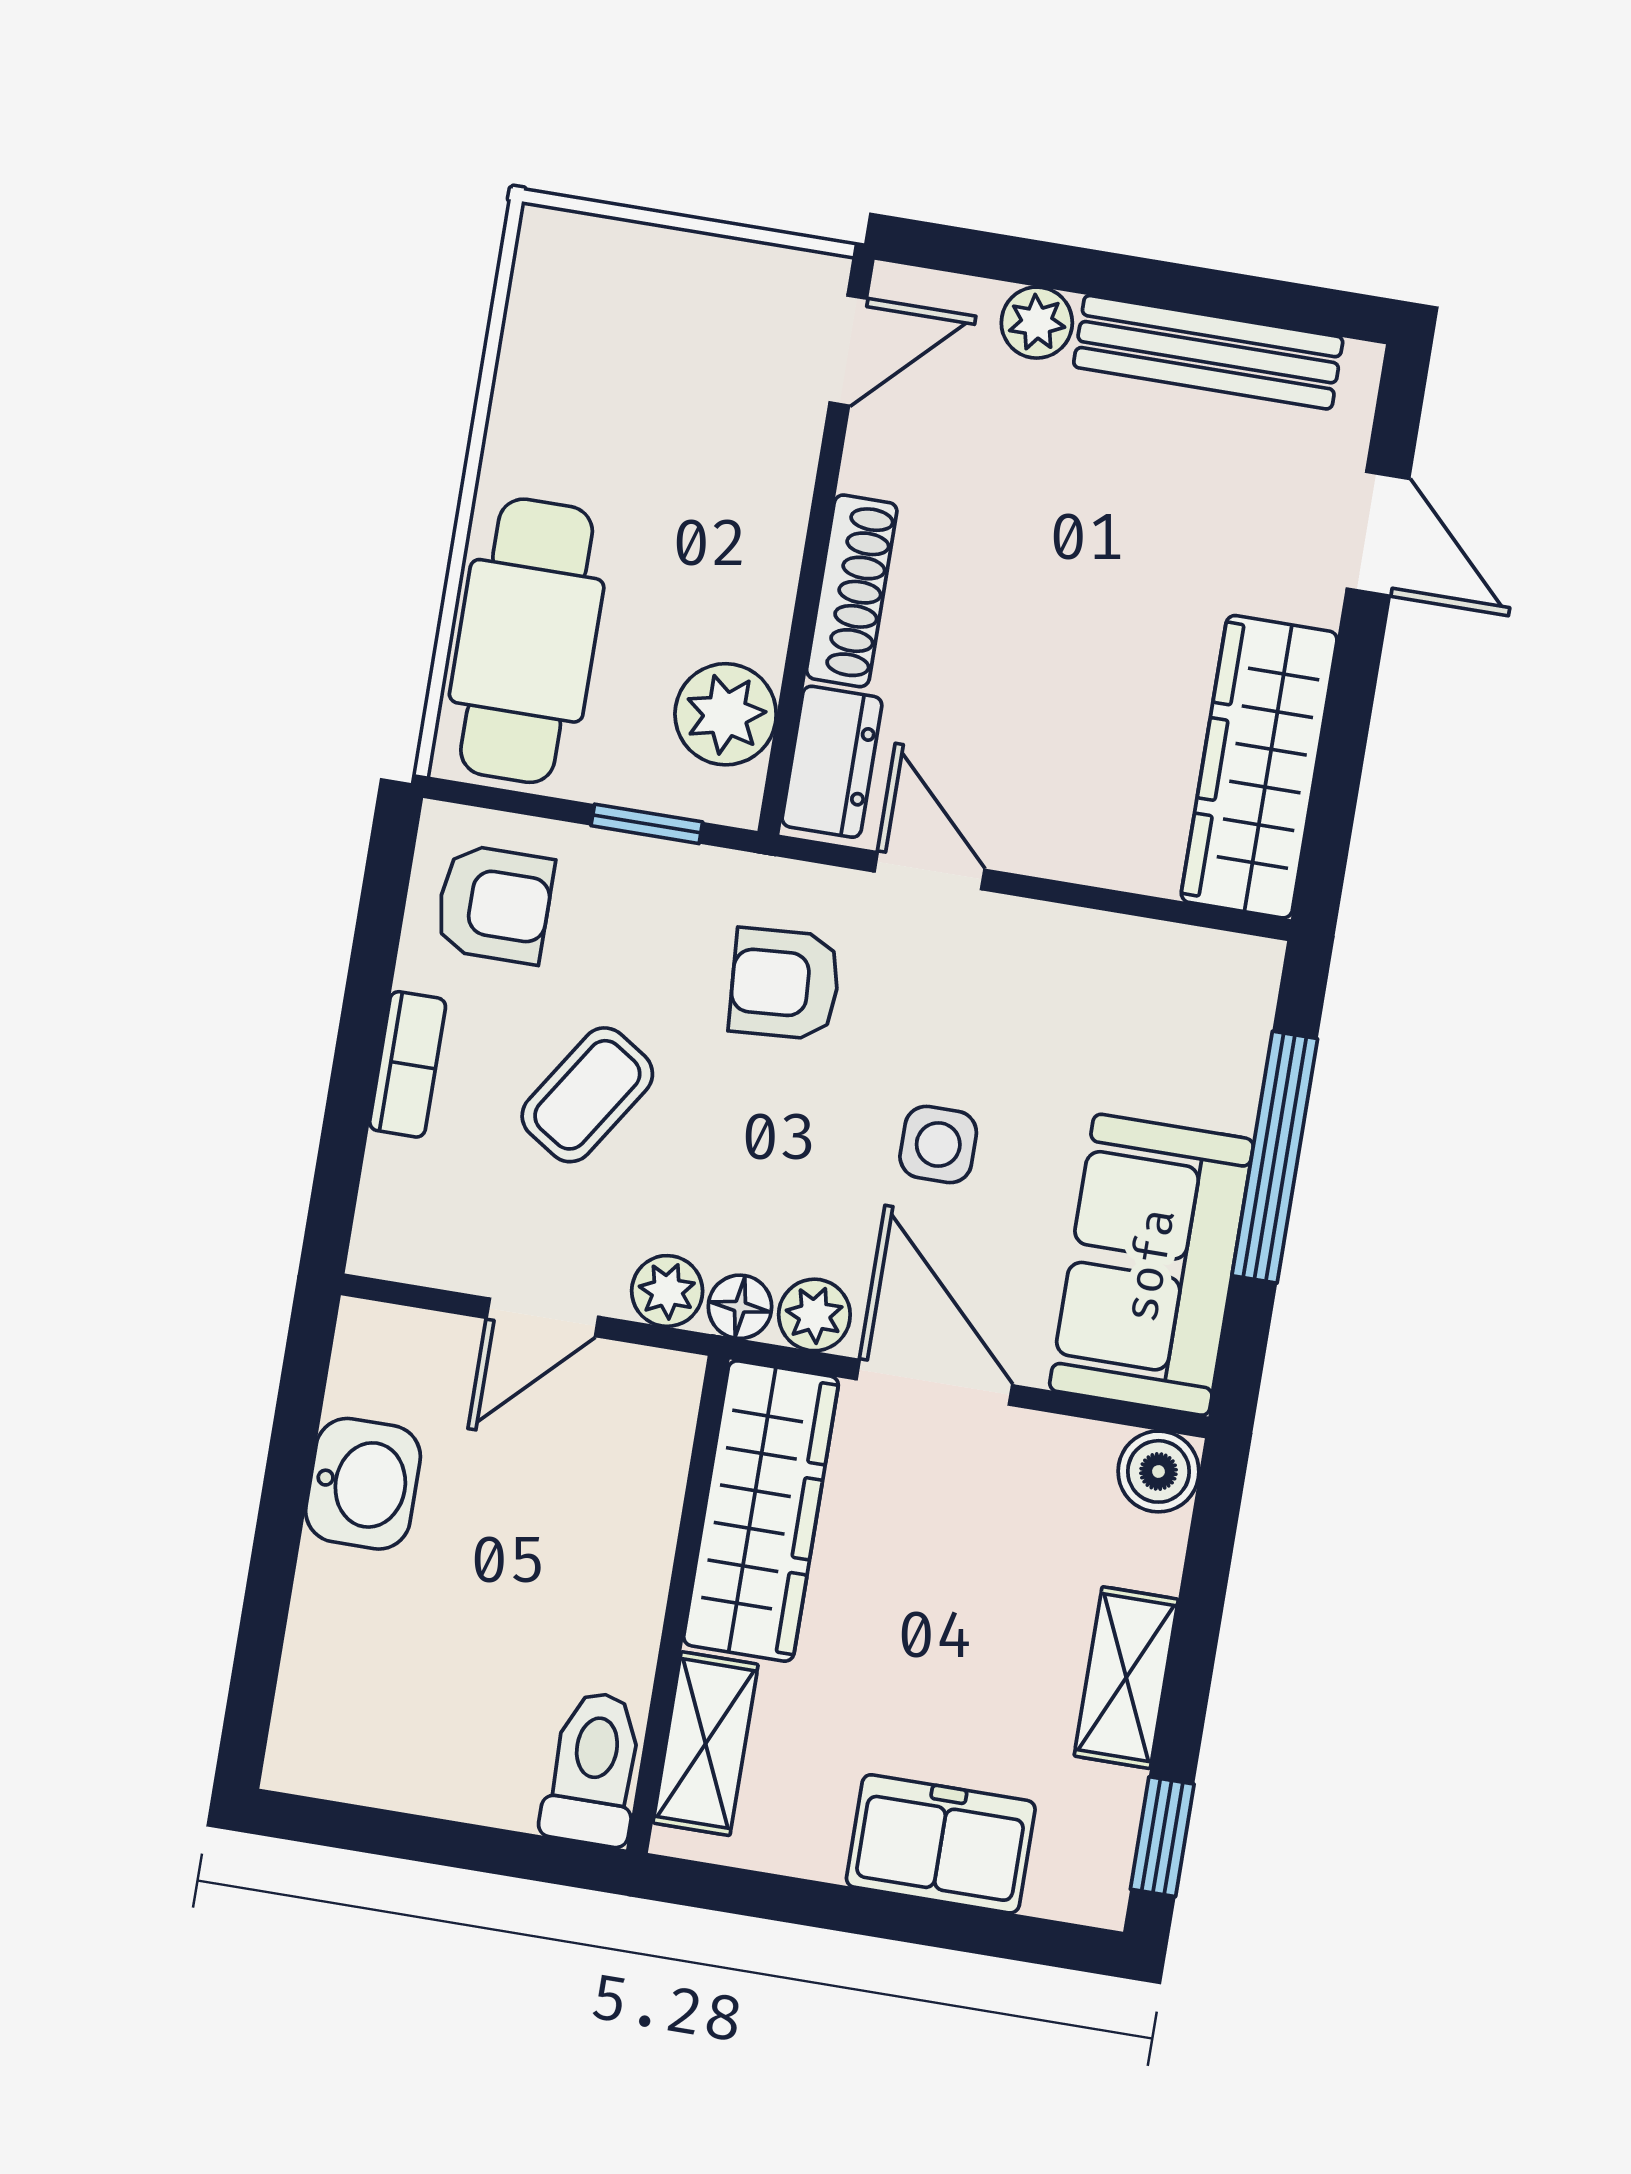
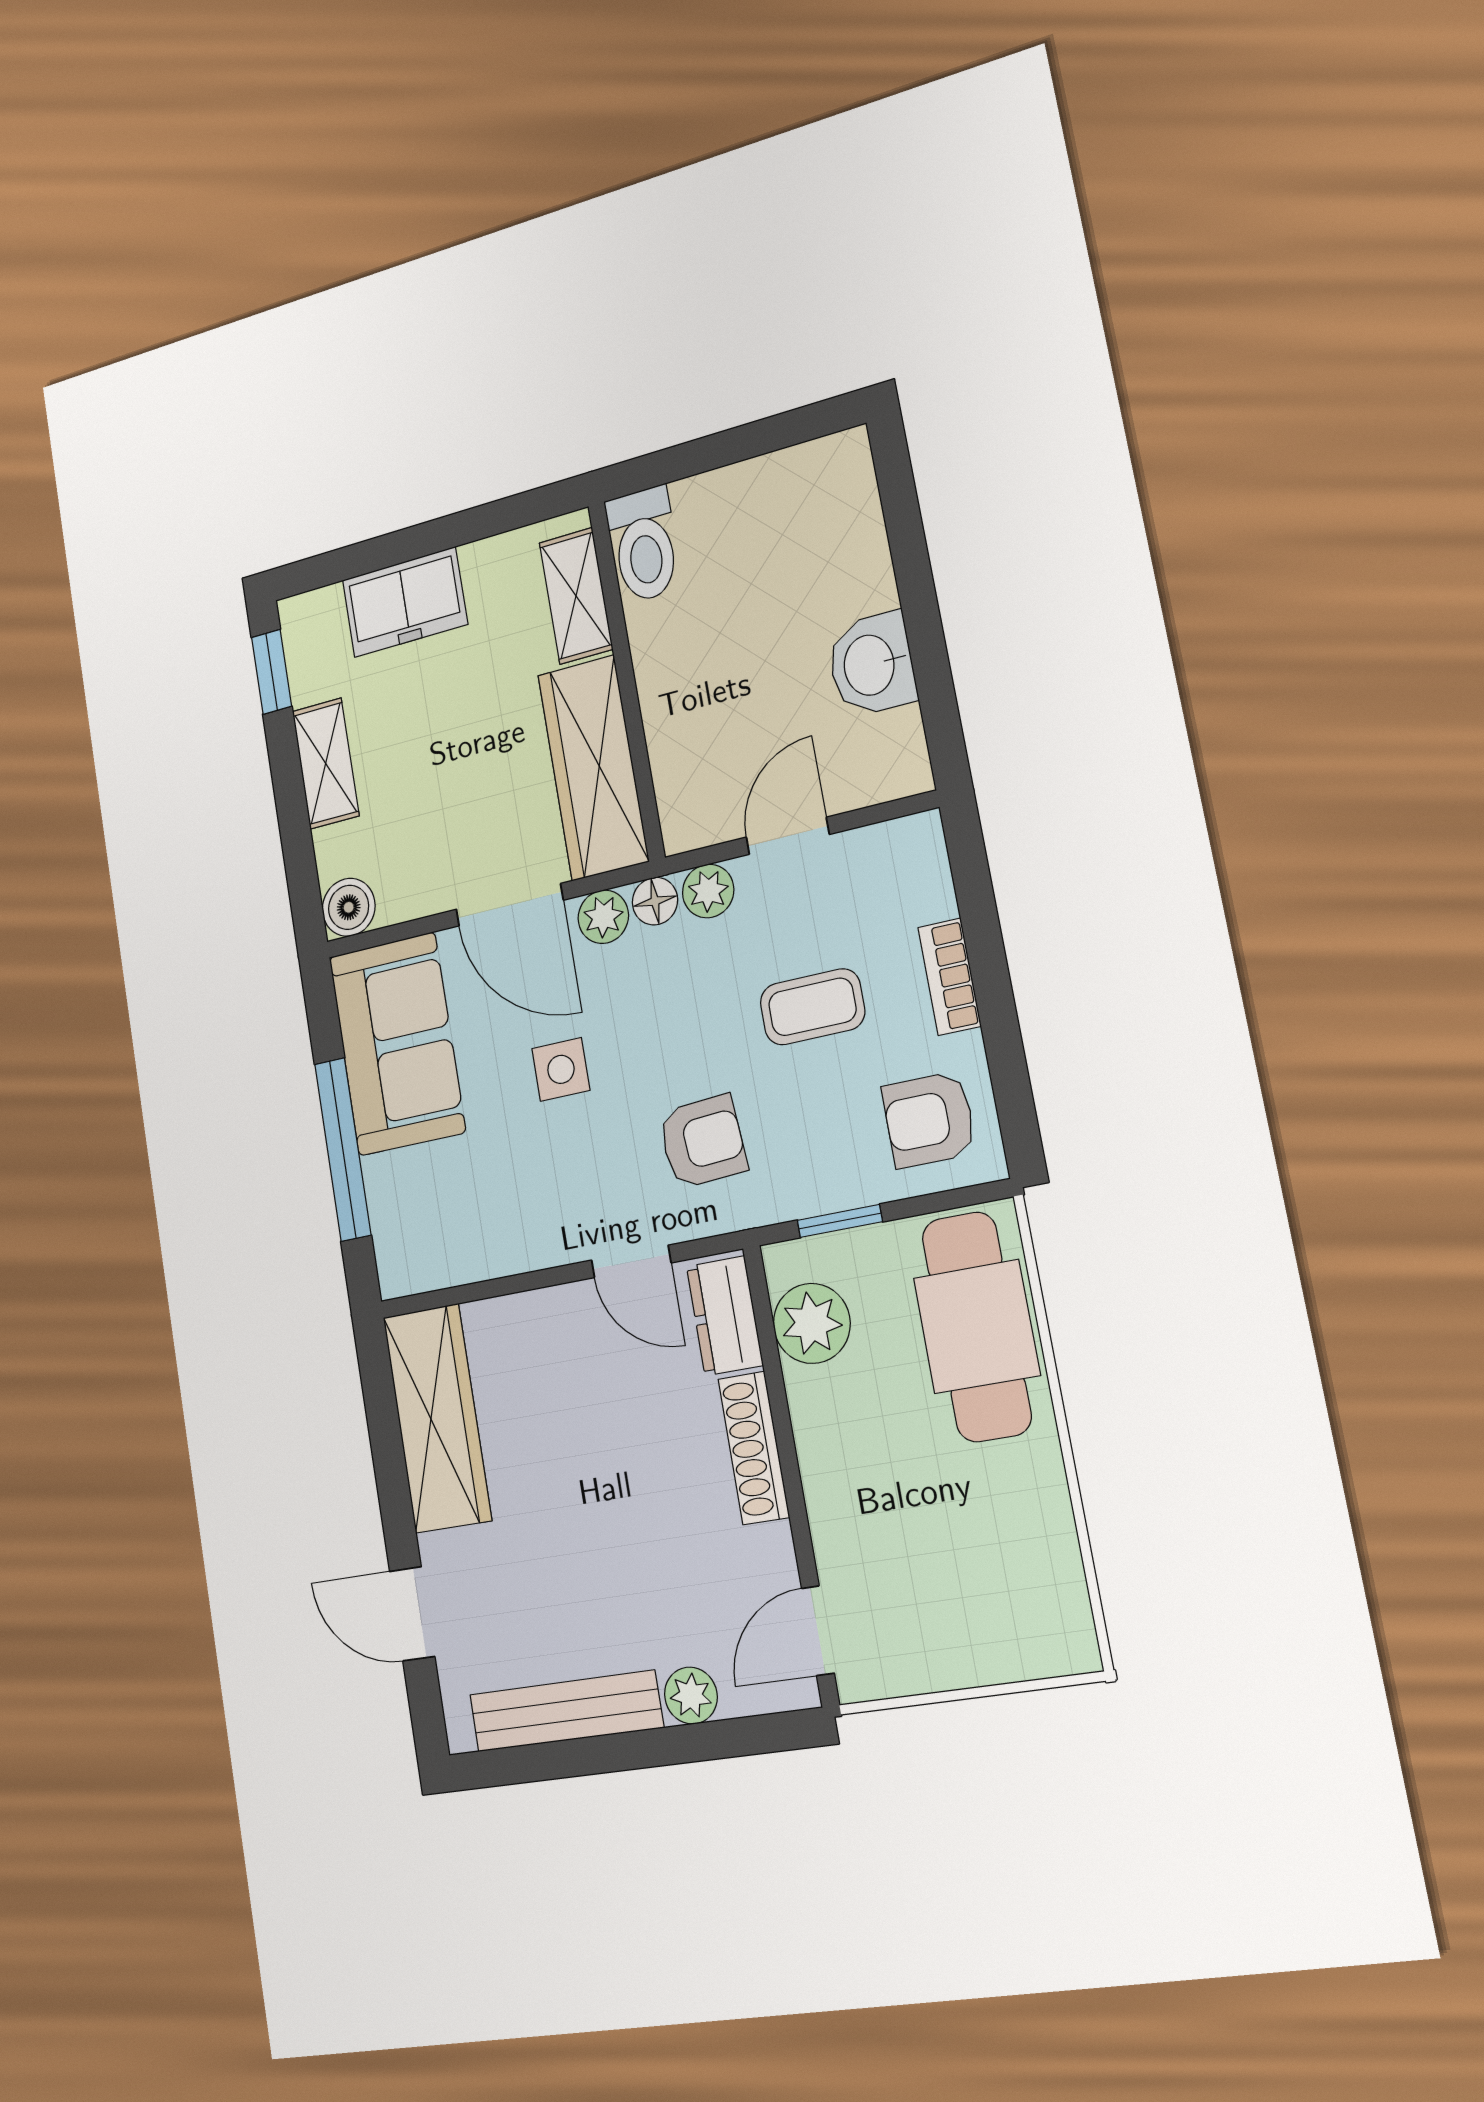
coffee table: (587, 1095) -> (812, 1007), turned 57

